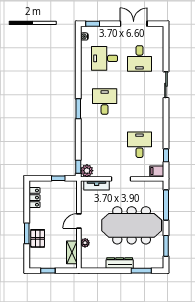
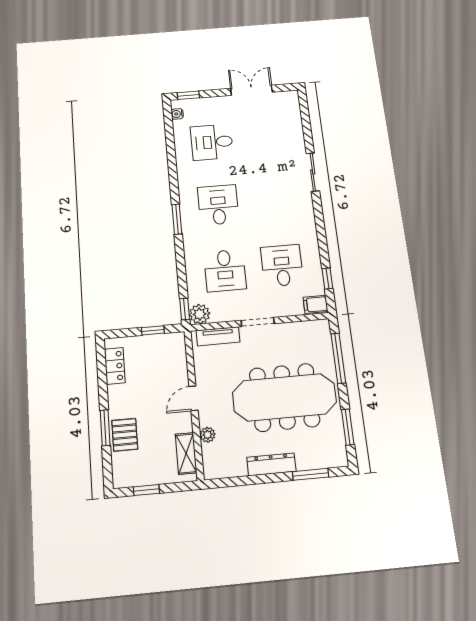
desk: (140, 58) -> (225, 270), moved

